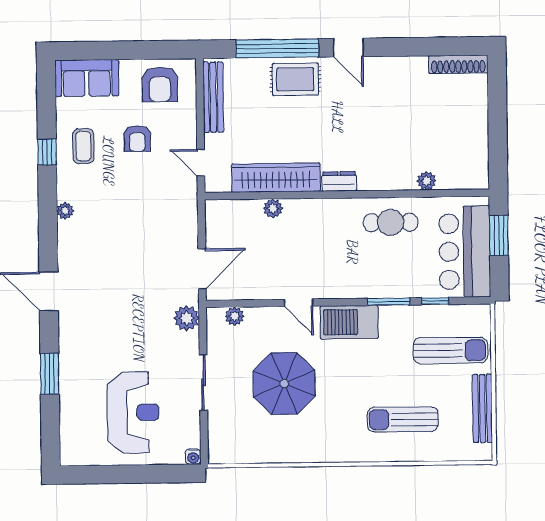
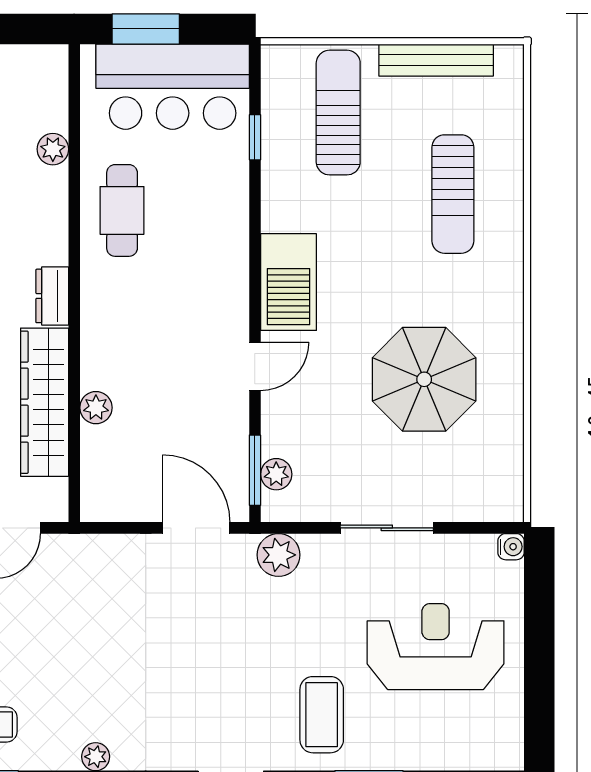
window: (389, 302) -> (255, 470), moved
coffee table: (92, 345) -> (322, 715), added
parasol: (284, 383) -> (424, 379), moved

